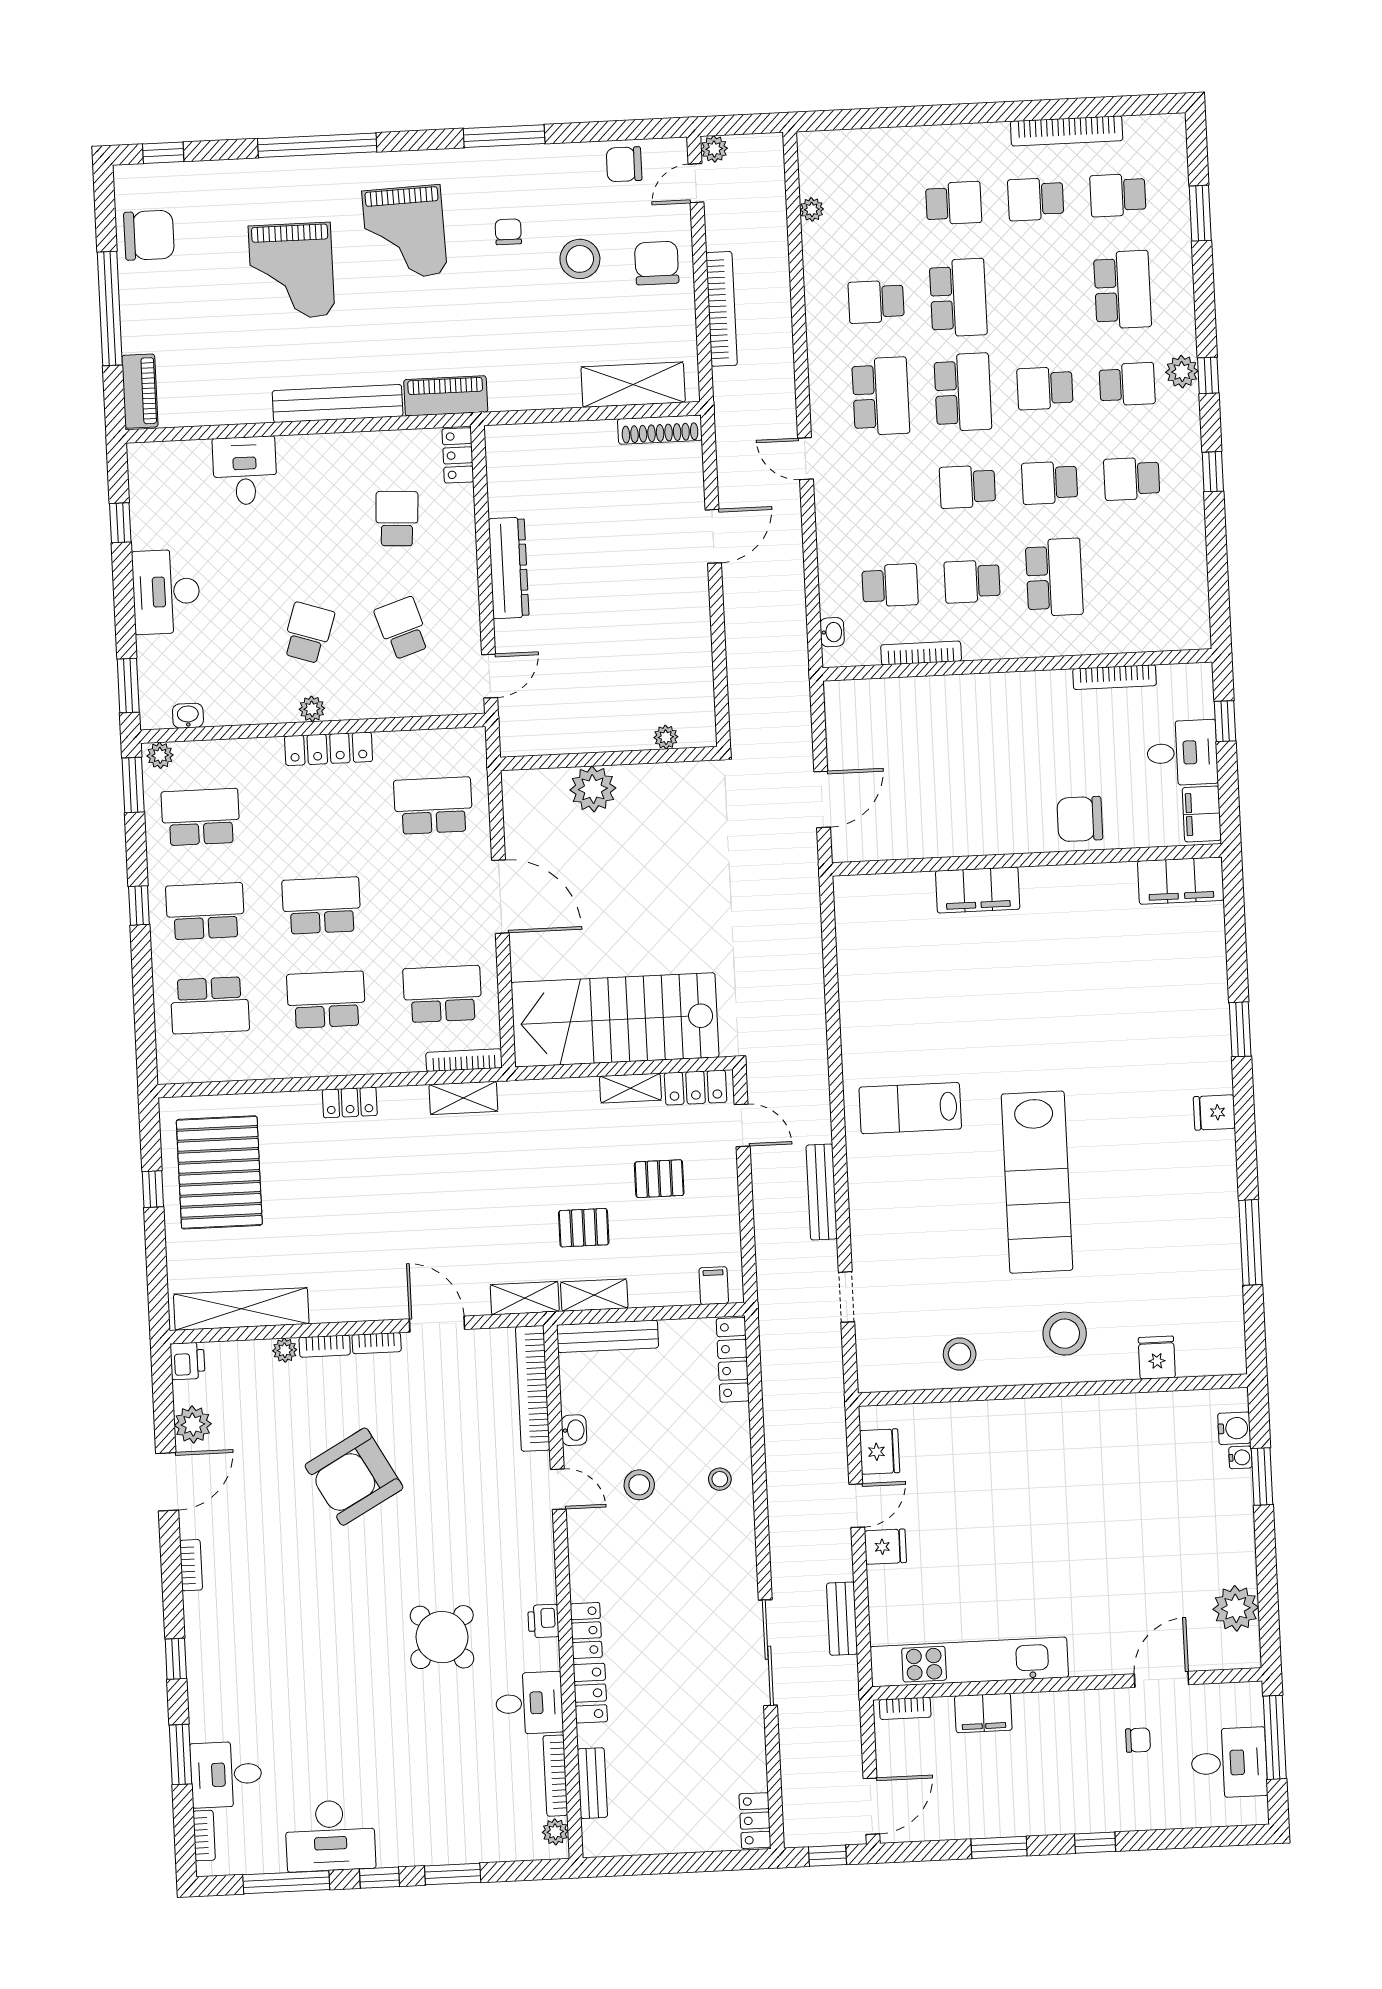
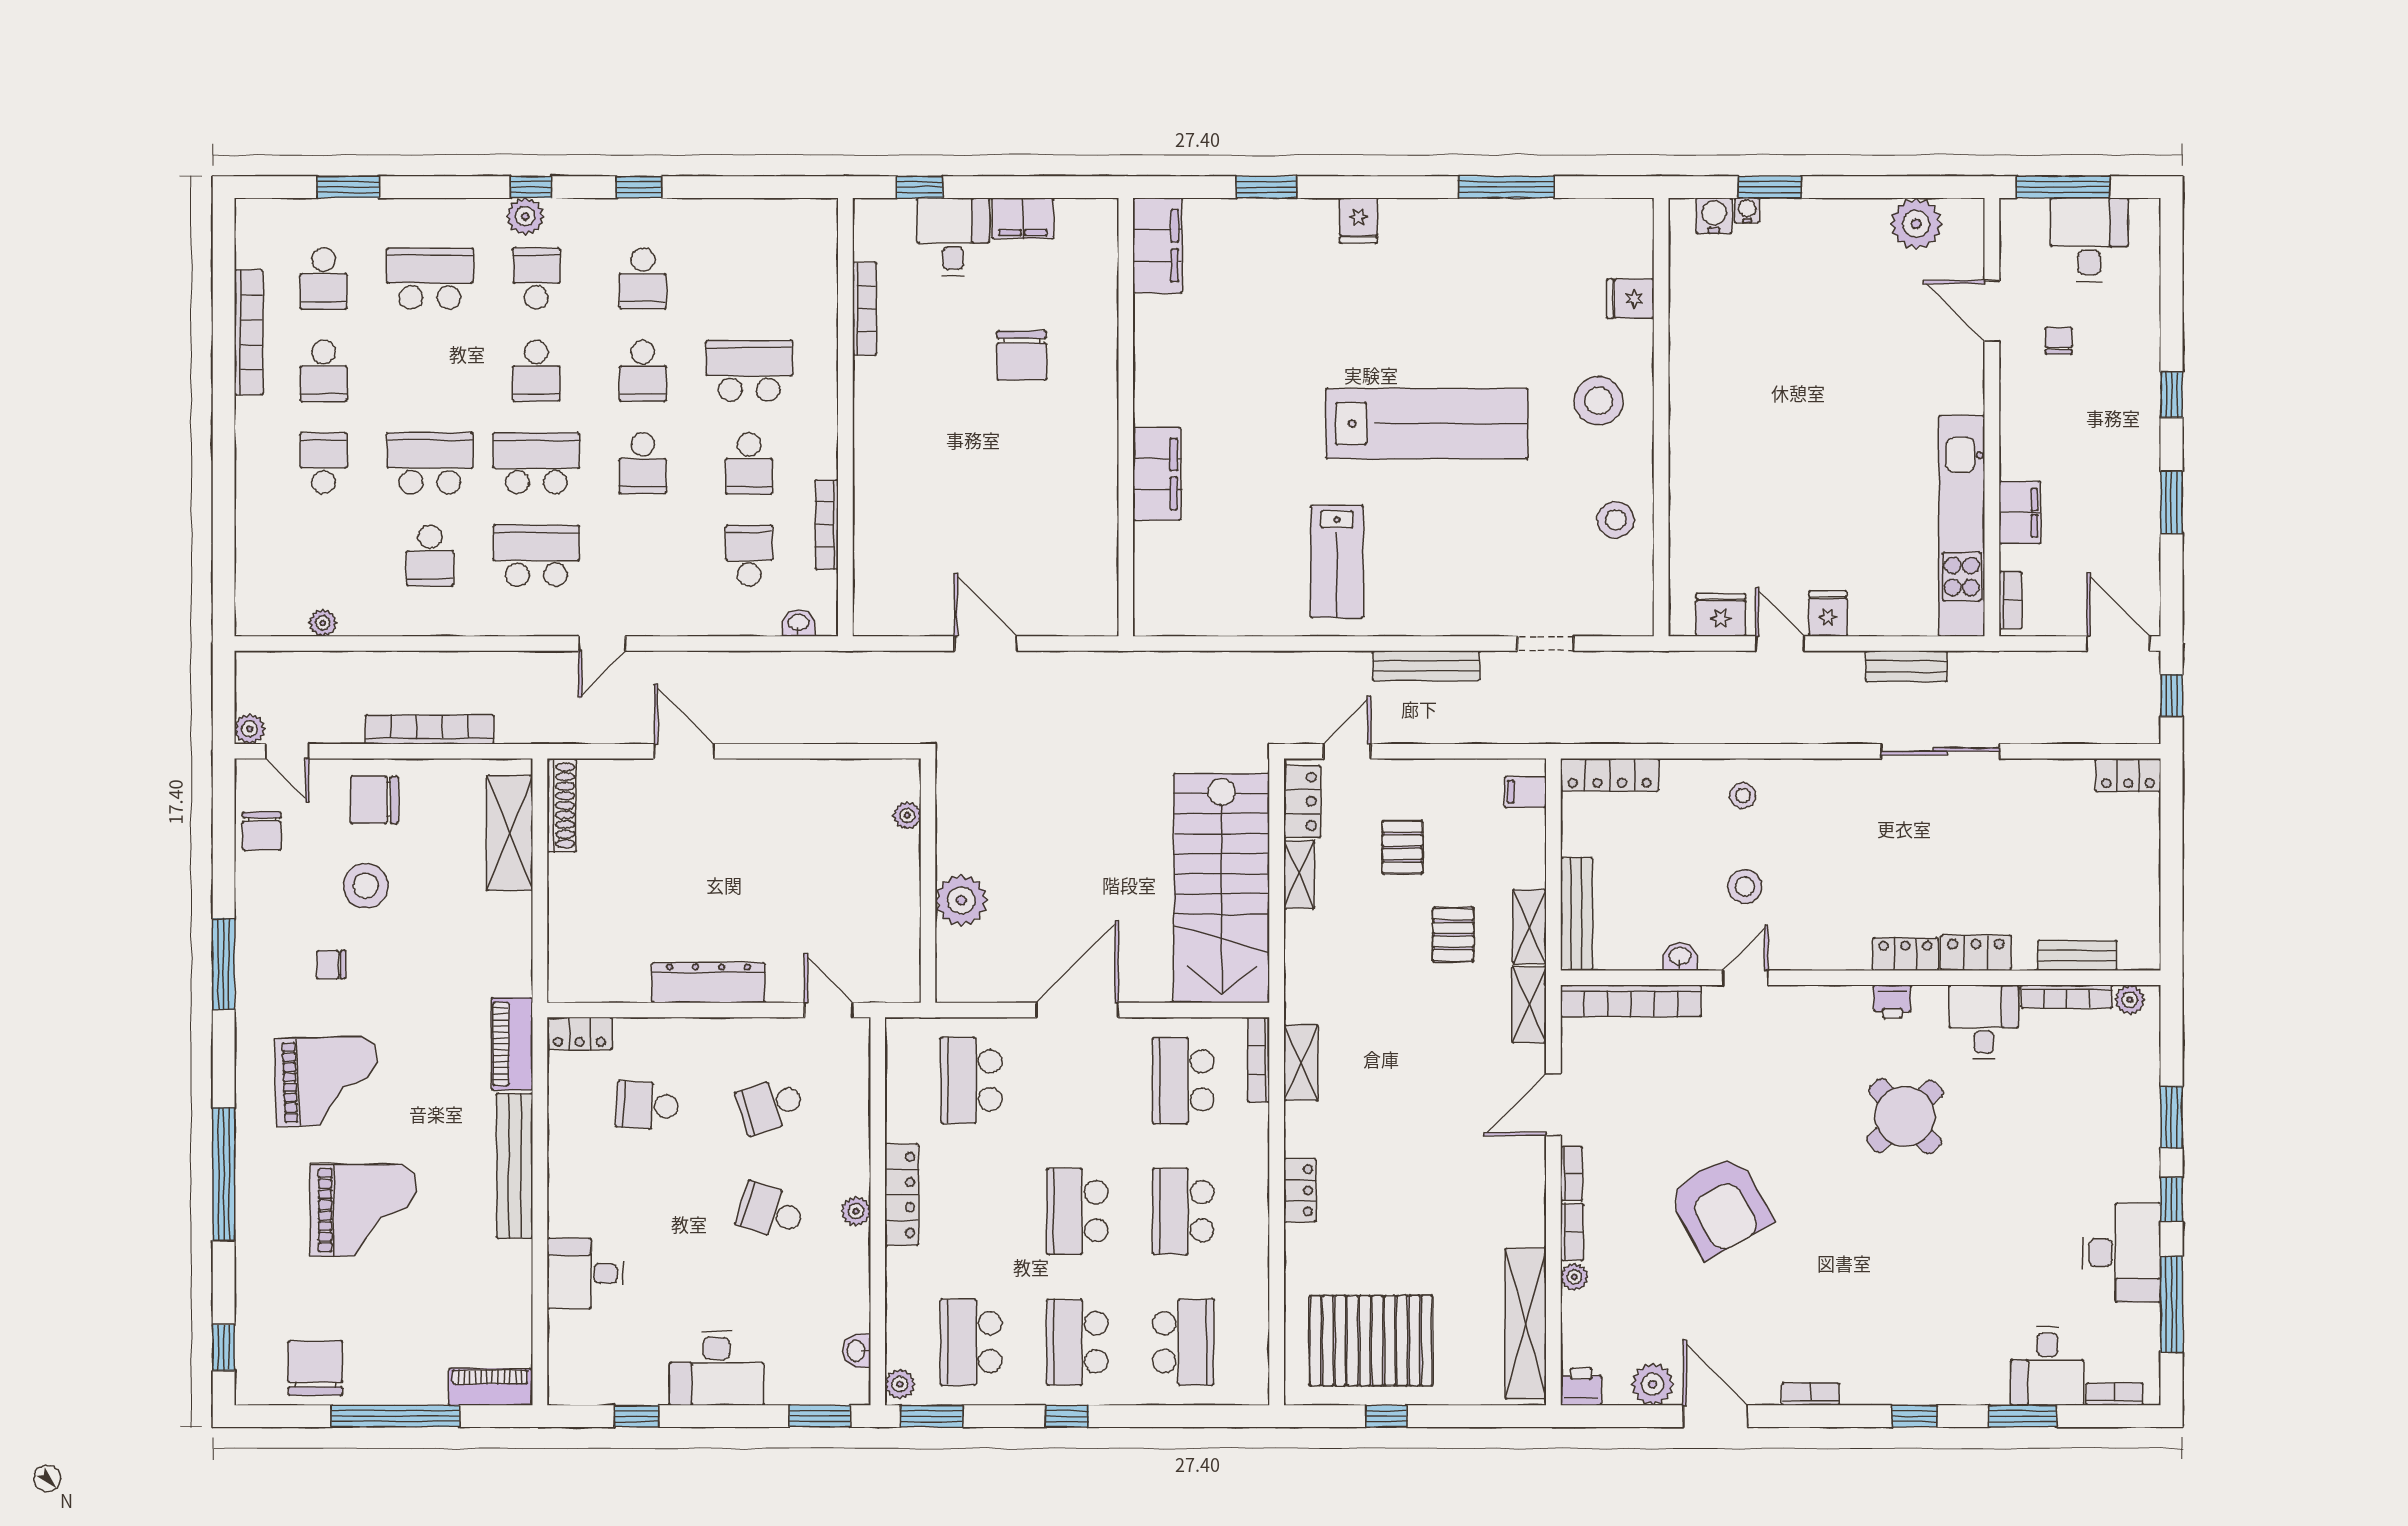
wall: (1027, 860) -> (1126, 417), moved
filing cabinet: (1181, 881) -> (1157, 246), moved
filing cabinet: (978, 890) -> (1157, 474), moved

